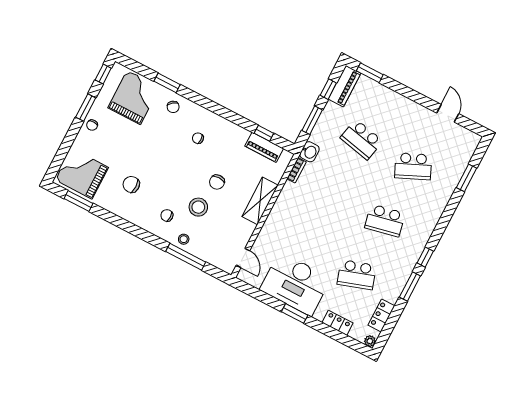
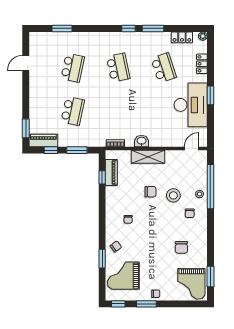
washbasin: (310, 152) -> (142, 141), moved
school desk: (413, 166) -> (73, 68), turned 36
window: (186, 257) -> (210, 187), width x1.46

